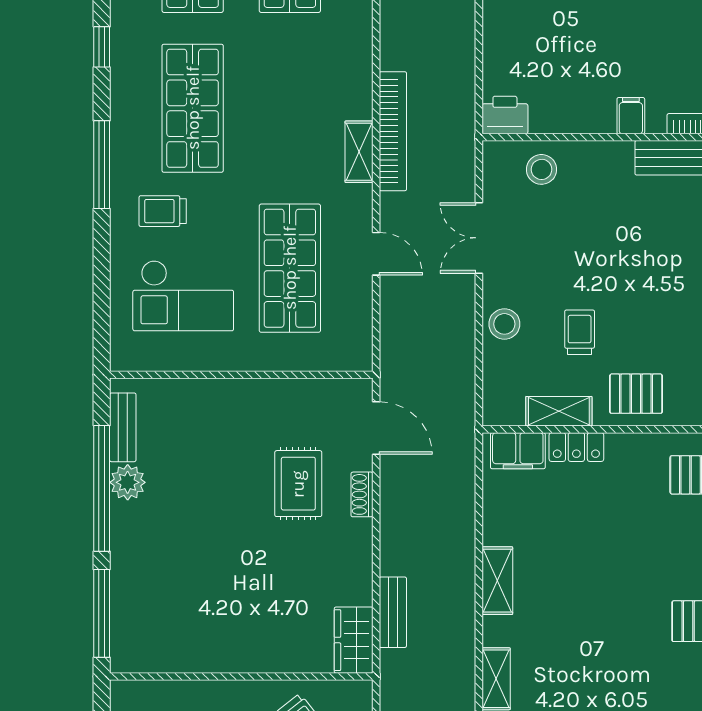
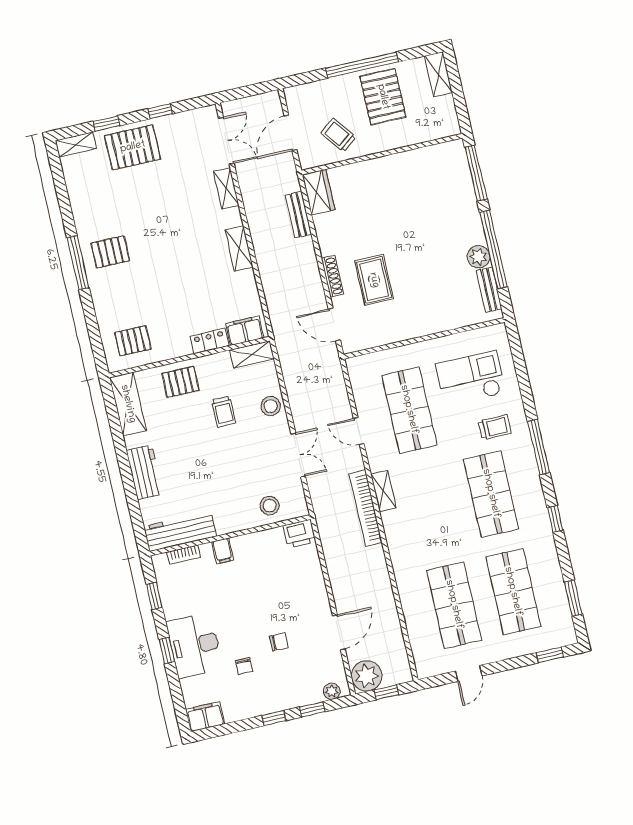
shelving: (559, 411) -> (252, 354), moved
shoe rack: (362, 494) -> (332, 276), width x1.43

